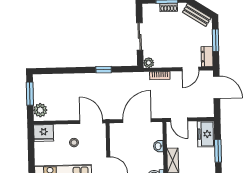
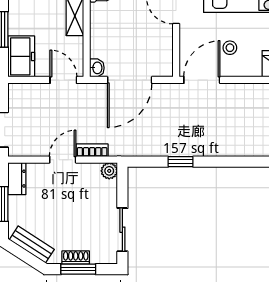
sliding door: (140, 36) -> (122, 230), moved
door: (190, 69) -> (63, 160), moved
door: (91, 122) -> (202, 80), swing flipped
washbasin: (158, 146) -> (97, 68), moved

